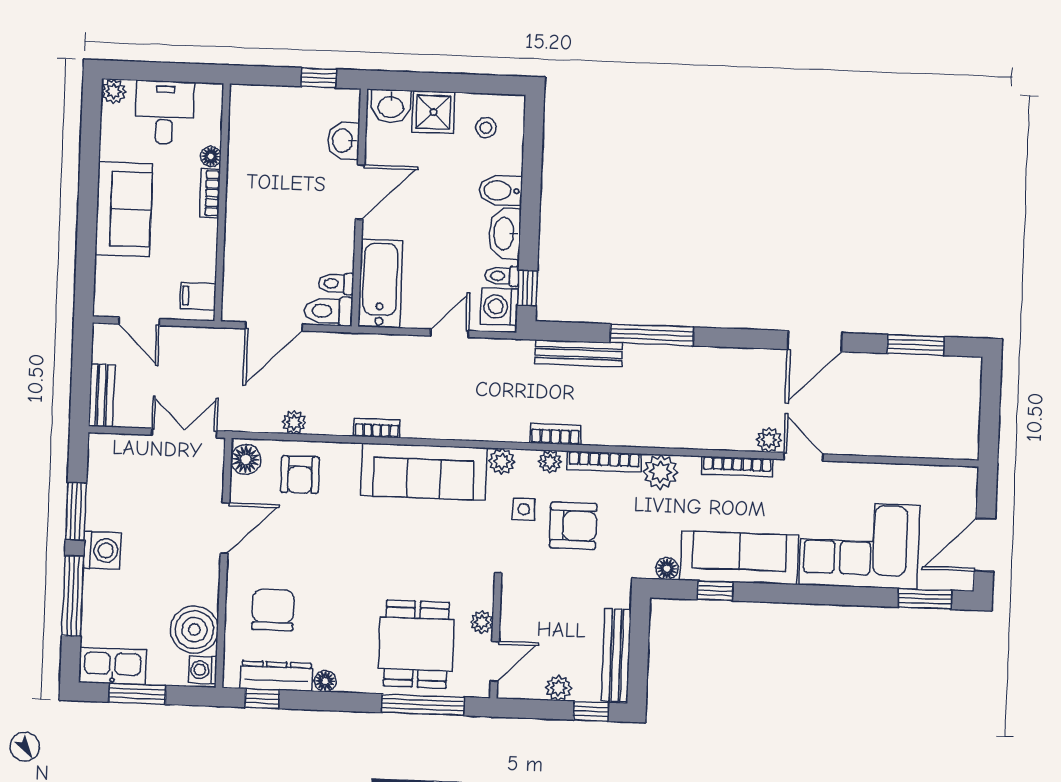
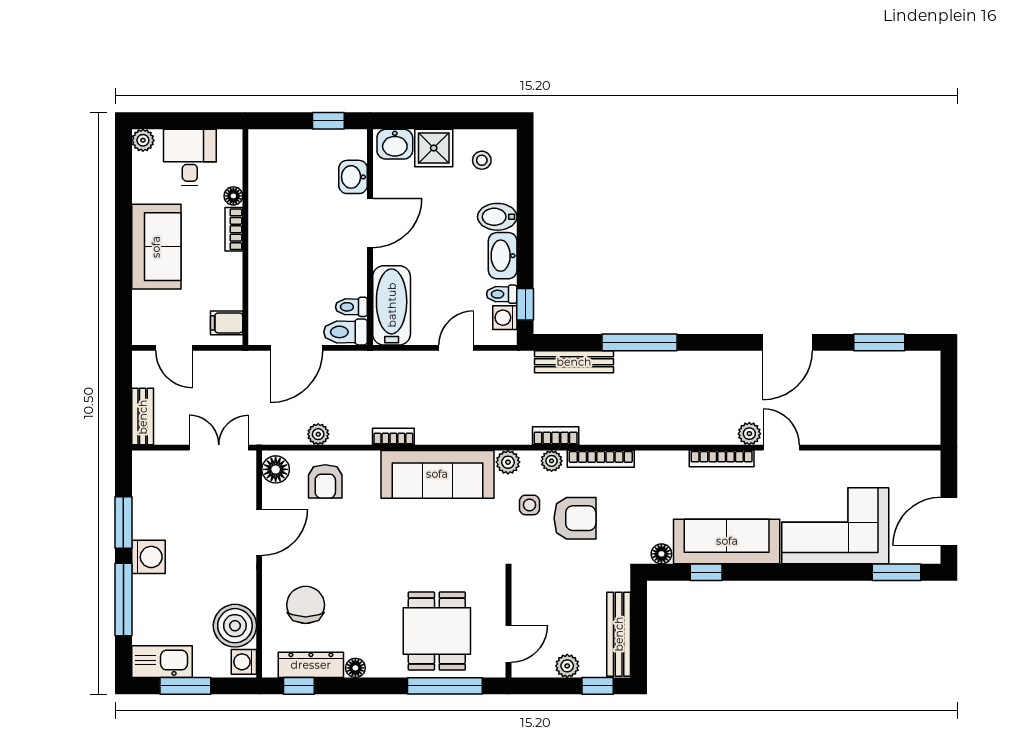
washing machine: (499, 307) -> (505, 318), width x0.73, depth x0.73
plant: (661, 472) -> (652, 466), removed
plant: (482, 622) -> (495, 609), removed

